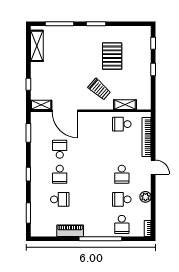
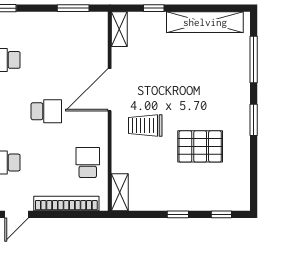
shelving: (37, 46) -> (205, 22), width x1.47
trolley: (99, 89) -> (145, 126), turned 49
shelving: (125, 105) -> (120, 192), moved
door: (65, 111) -> (110, 90), moved
school desk: (60, 149) -> (46, 111), moved

